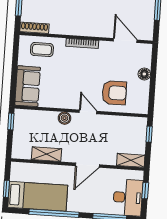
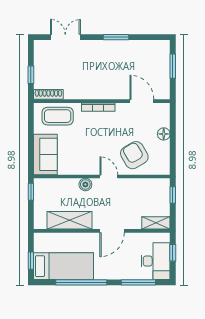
coffee table: (42, 50) -> (58, 116), width x1.36, depth x1.30
armchair: (114, 93) -> (134, 155), turned -120
shelving: (46, 154) -> (70, 220), width x1.50, depth x1.33

